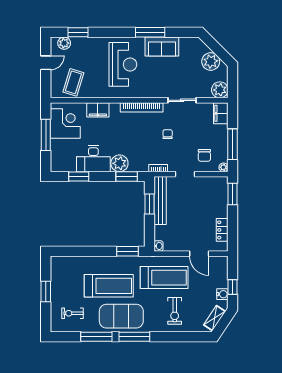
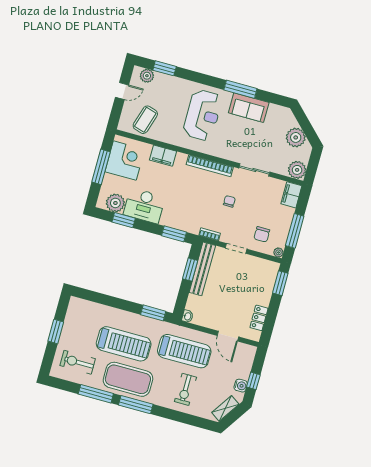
plant: (119, 163) -> (115, 203), moved
exercise bike: (73, 313) -> (78, 362), width x1.38, depth x1.39

